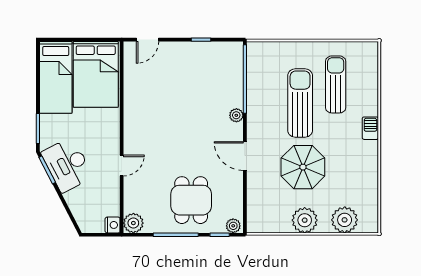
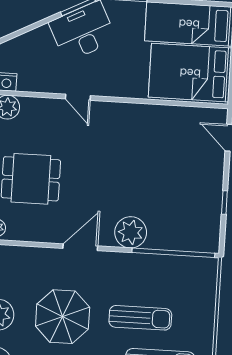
sun lounger: (300, 103) -> (140, 318), width x0.73, depth x0.75
plant: (236, 115) -> (131, 232), width x1.87, depth x1.87

